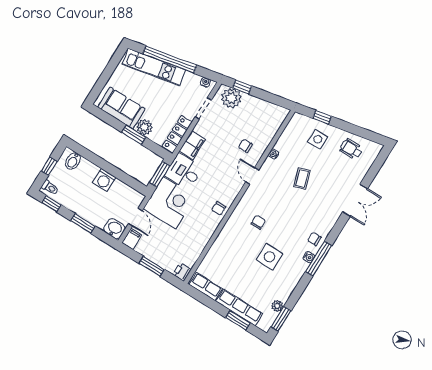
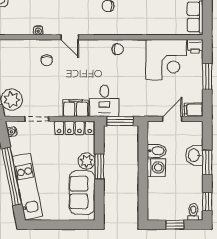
bidet: (73, 161) -> (157, 151), moved
door: (252, 176) -> (70, 37), hinge flipped
corner desk: (169, 203) -> (166, 60), moved, turned 180
washbasin: (114, 229) -> (194, 155), moved

